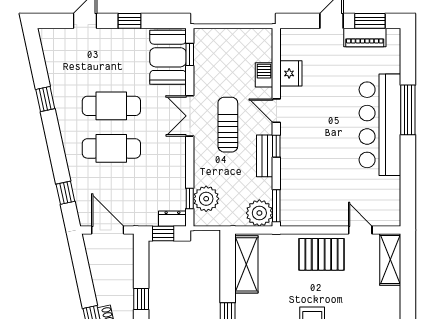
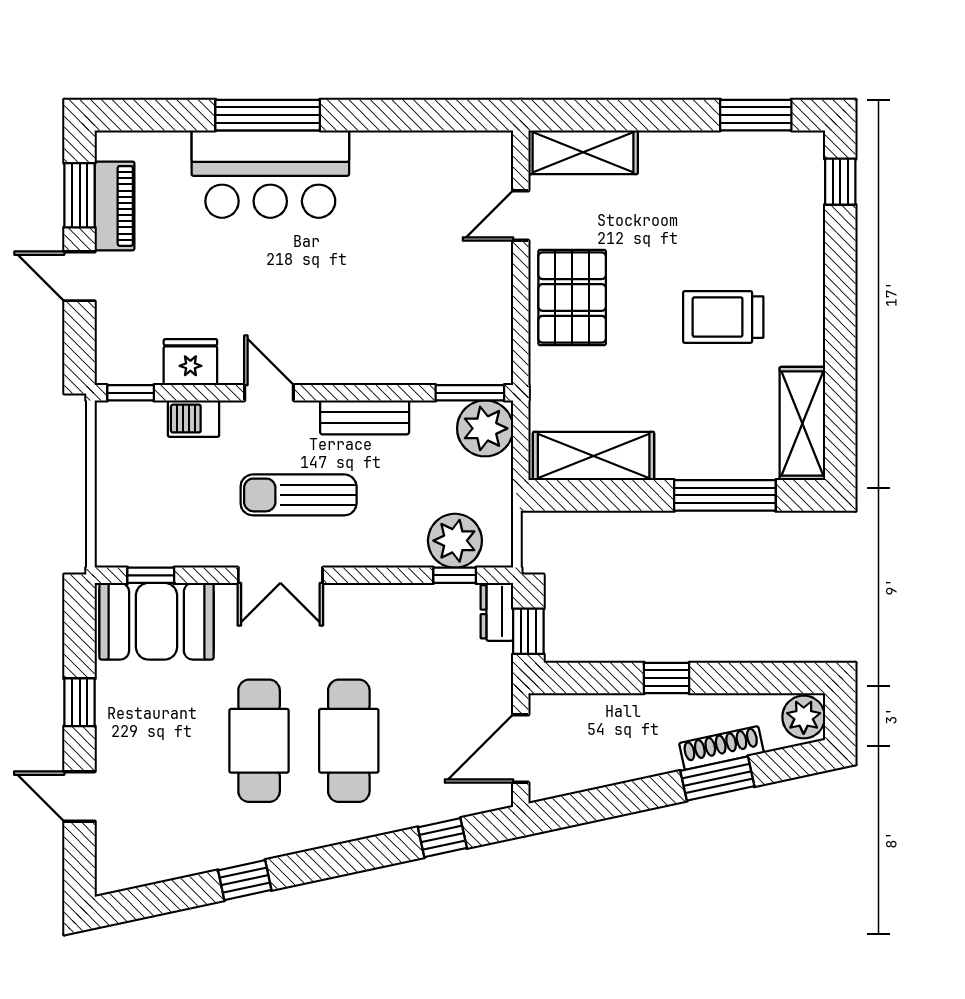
door: (276, 111) -> (269, 393), swing flipped
bar counter: (380, 125) -> (270, 174), width x0.73
window: (276, 146) -> (131, 393), moved

